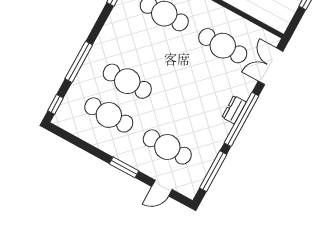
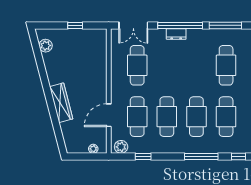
cafe table: (146, 47) -> (167, 117), added

